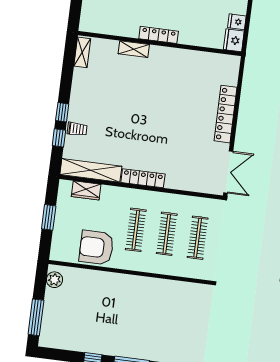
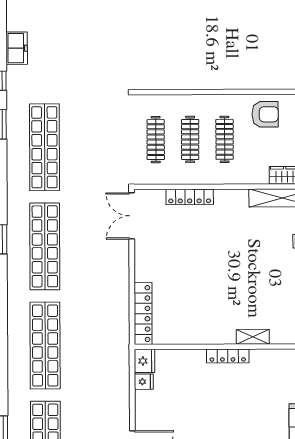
locker: (226, 114) -> (143, 314), moved
locker: (143, 178) -> (190, 197), moved
armchair: (96, 248) -> (265, 114), width x0.73, depth x0.73

